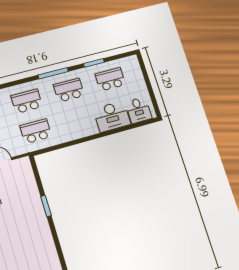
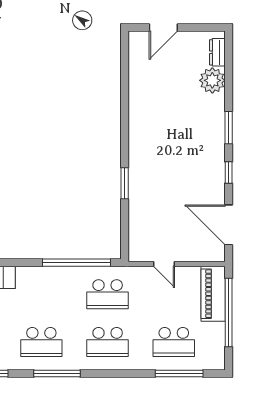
window: (62, 146) -> (76, 263), added

